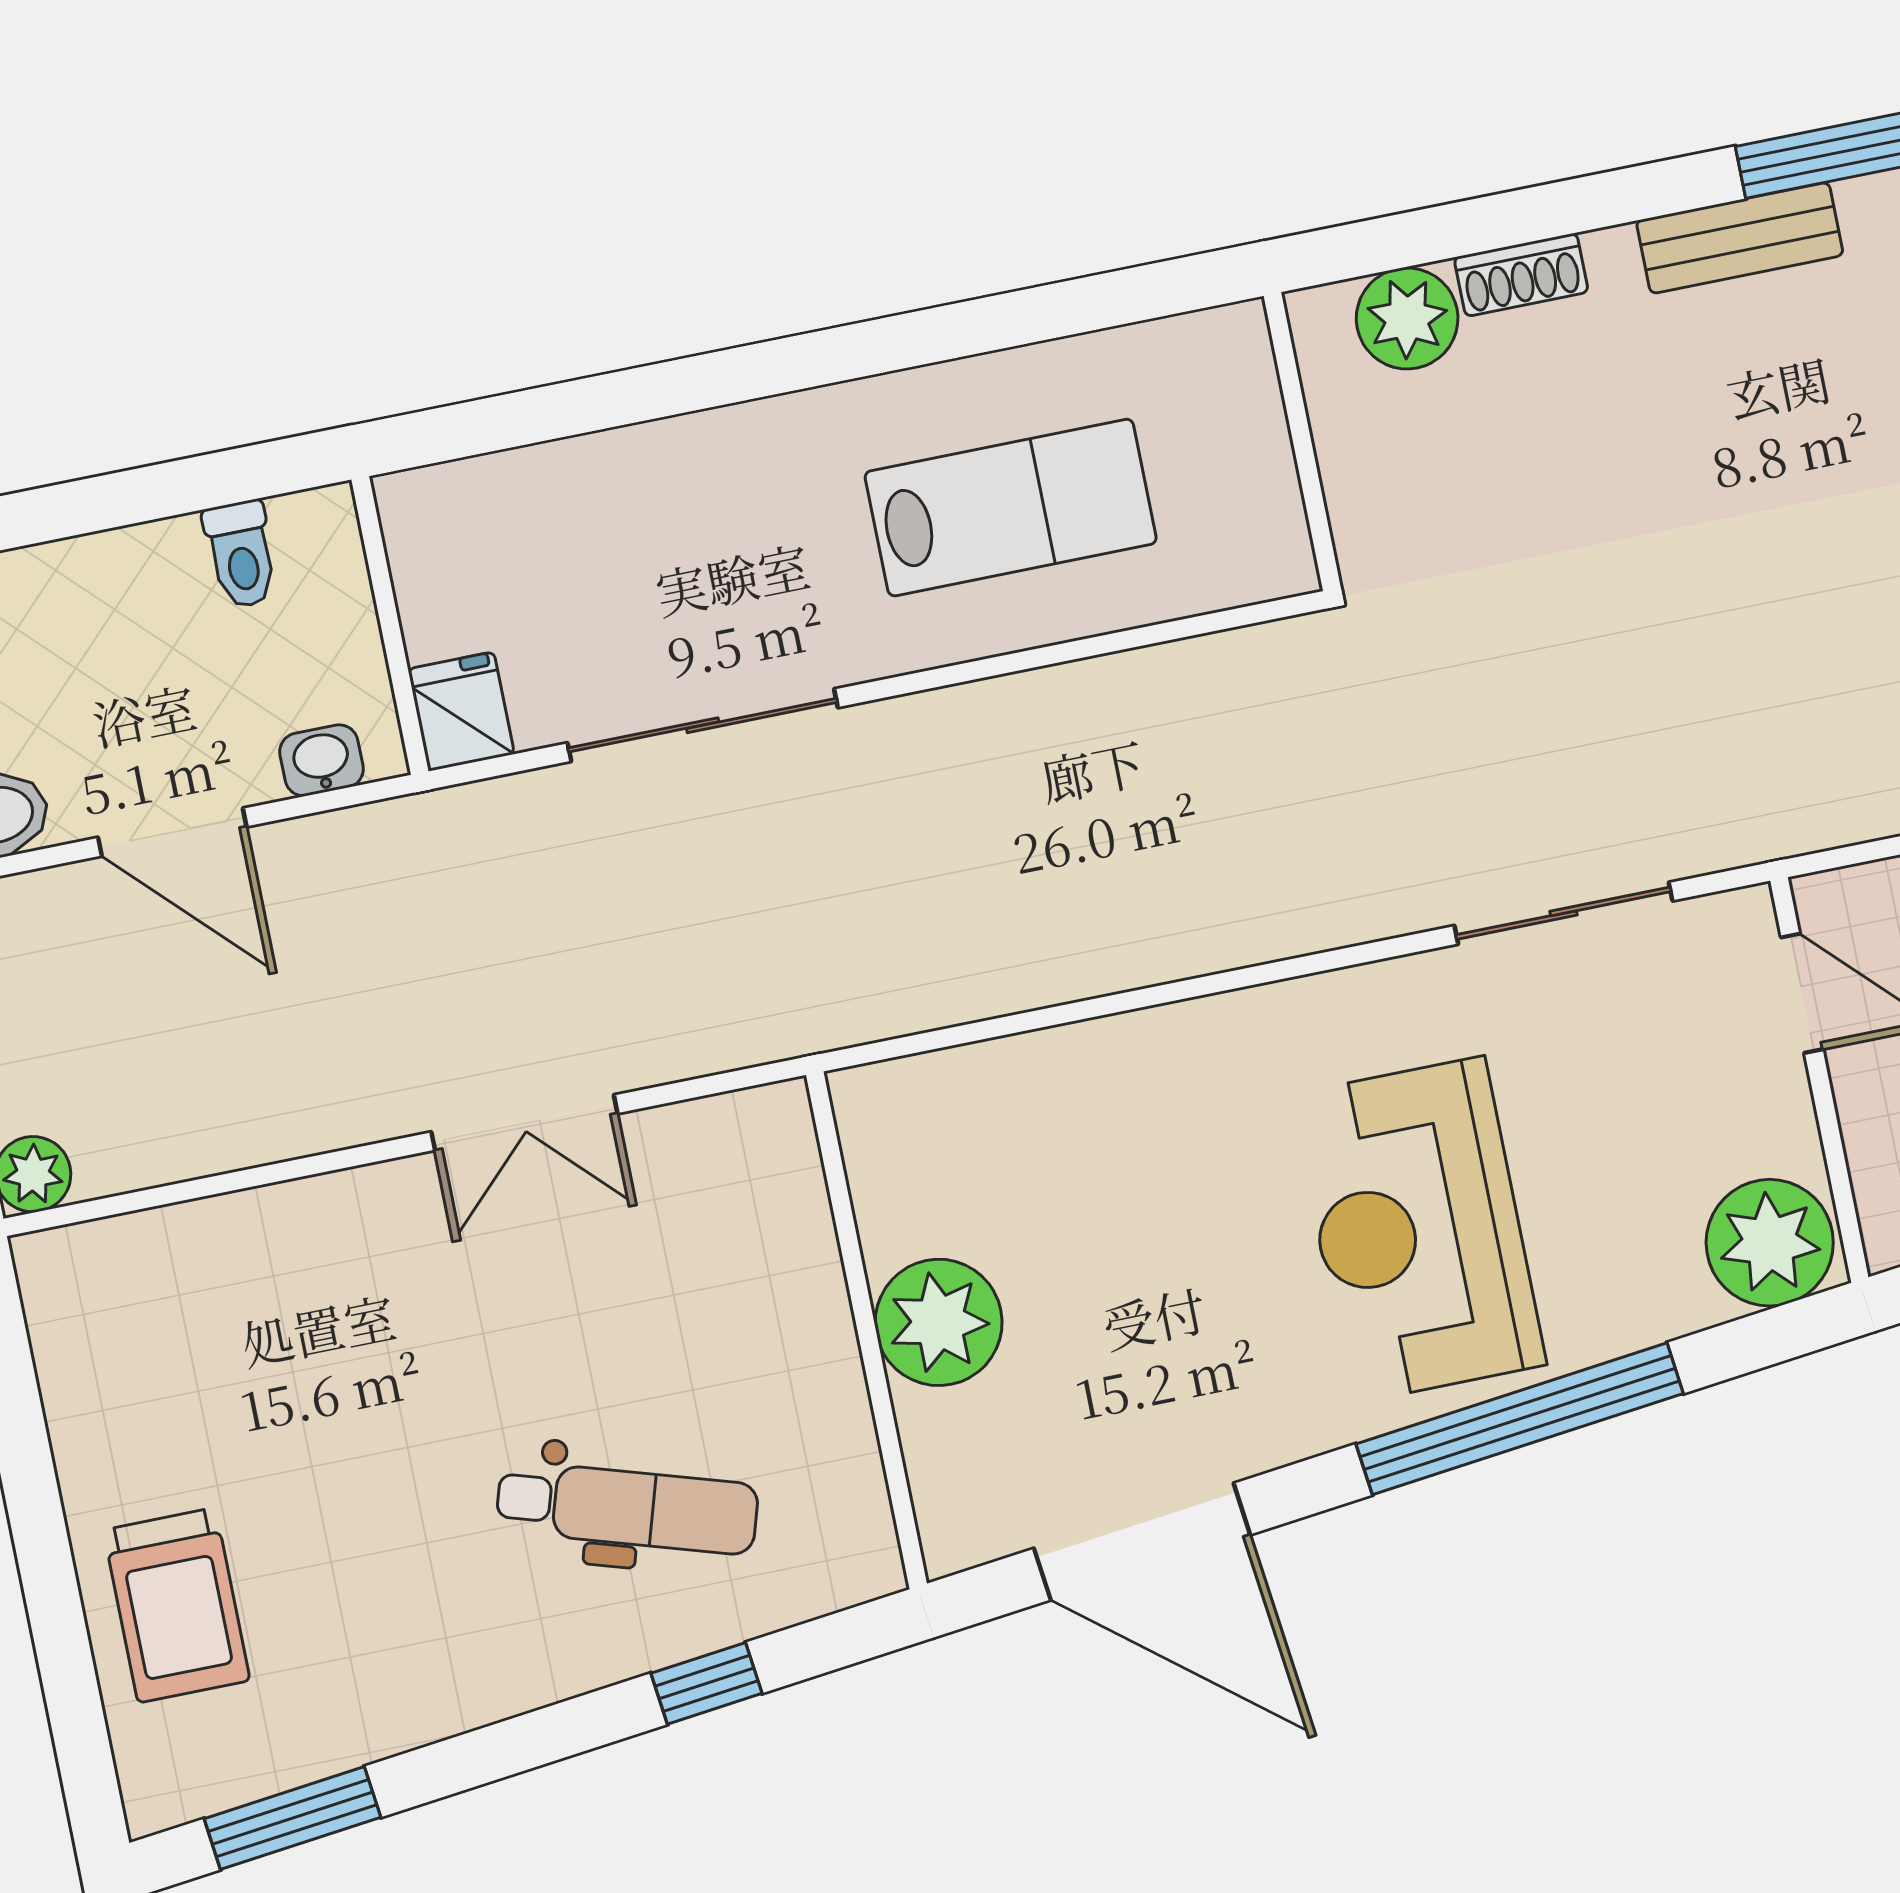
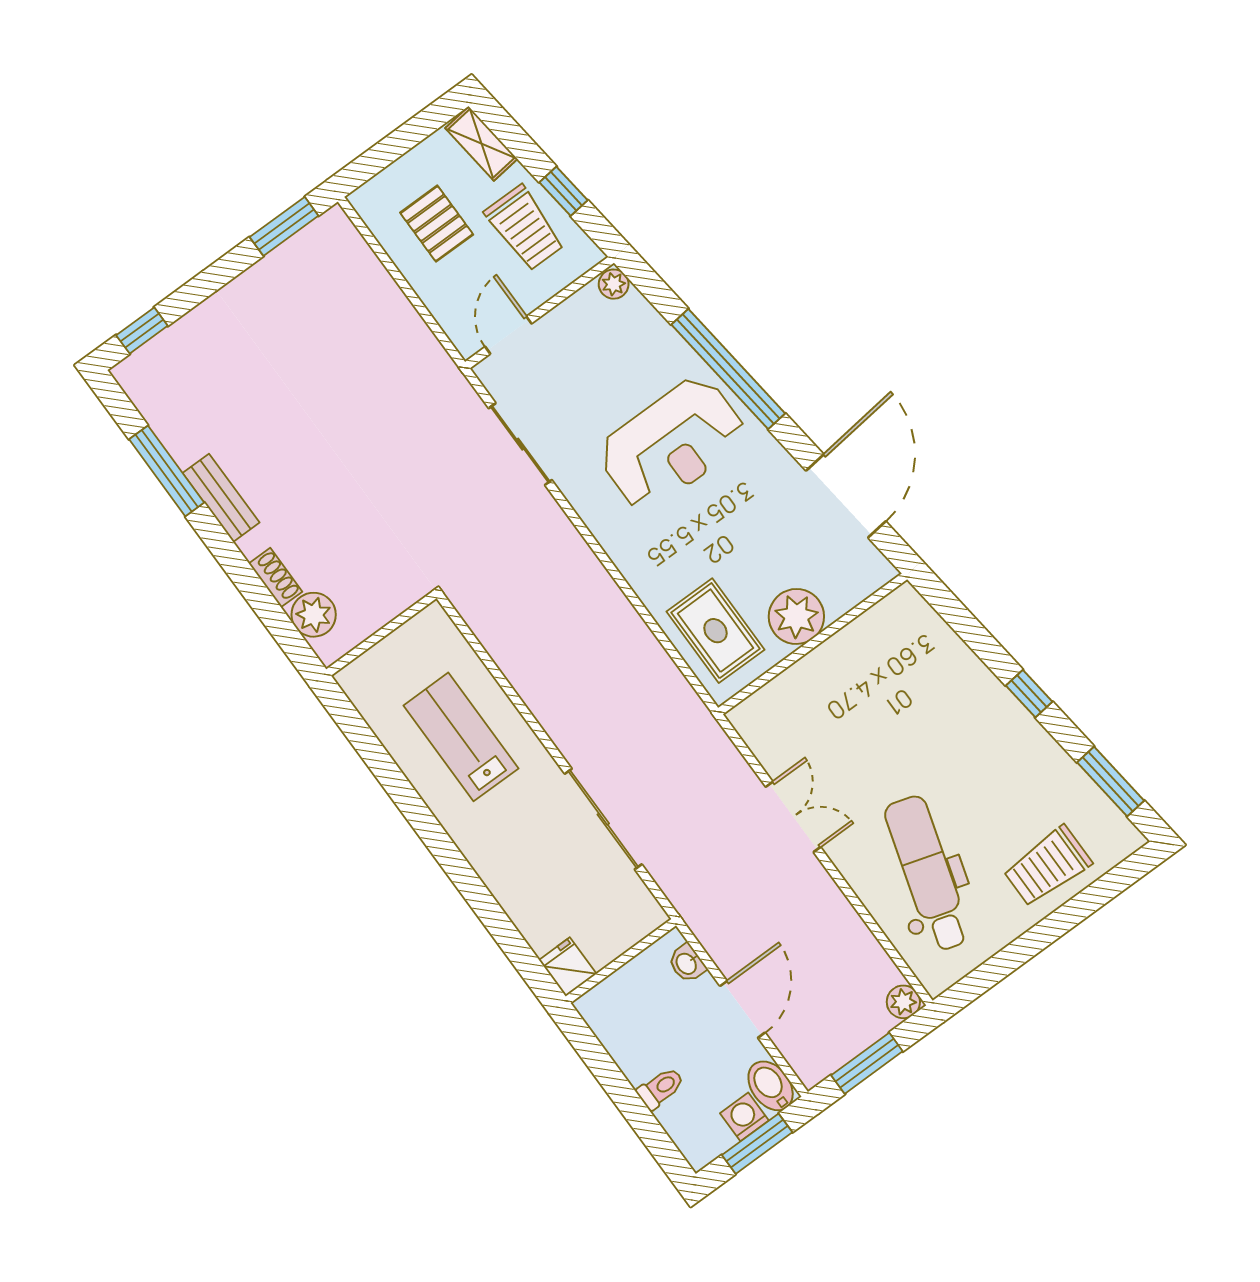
toilet: (241, 554) -> (661, 1088), moved
fridge: (461, 711) -> (568, 967), moved, turned 90
rug: (987, 1140) -> (716, 631), added
plant: (1770, 1243) -> (614, 284), width x0.53, depth x0.53
dental chair: (627, 1508) -> (928, 873), moved, width x1.36, depth x1.38
trolley: (177, 1605) -> (1048, 866), turned 180
window: (706, 1683) -> (1029, 694), moved

